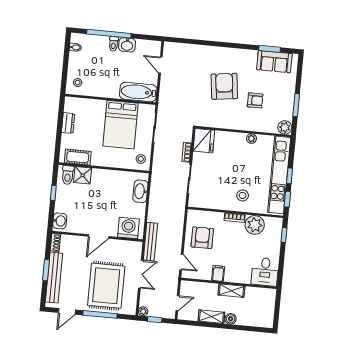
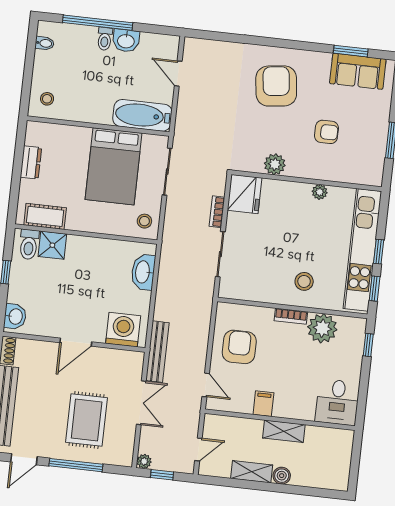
armchair: (224, 86) -> (276, 86), moved
plant: (285, 127) -> (275, 164), moved
rug: (106, 286) -> (87, 420), width x0.73, depth x0.69

